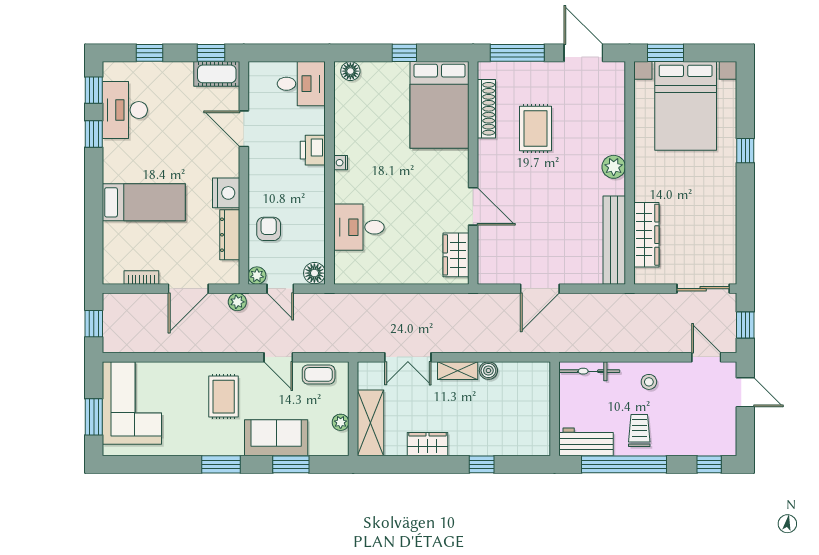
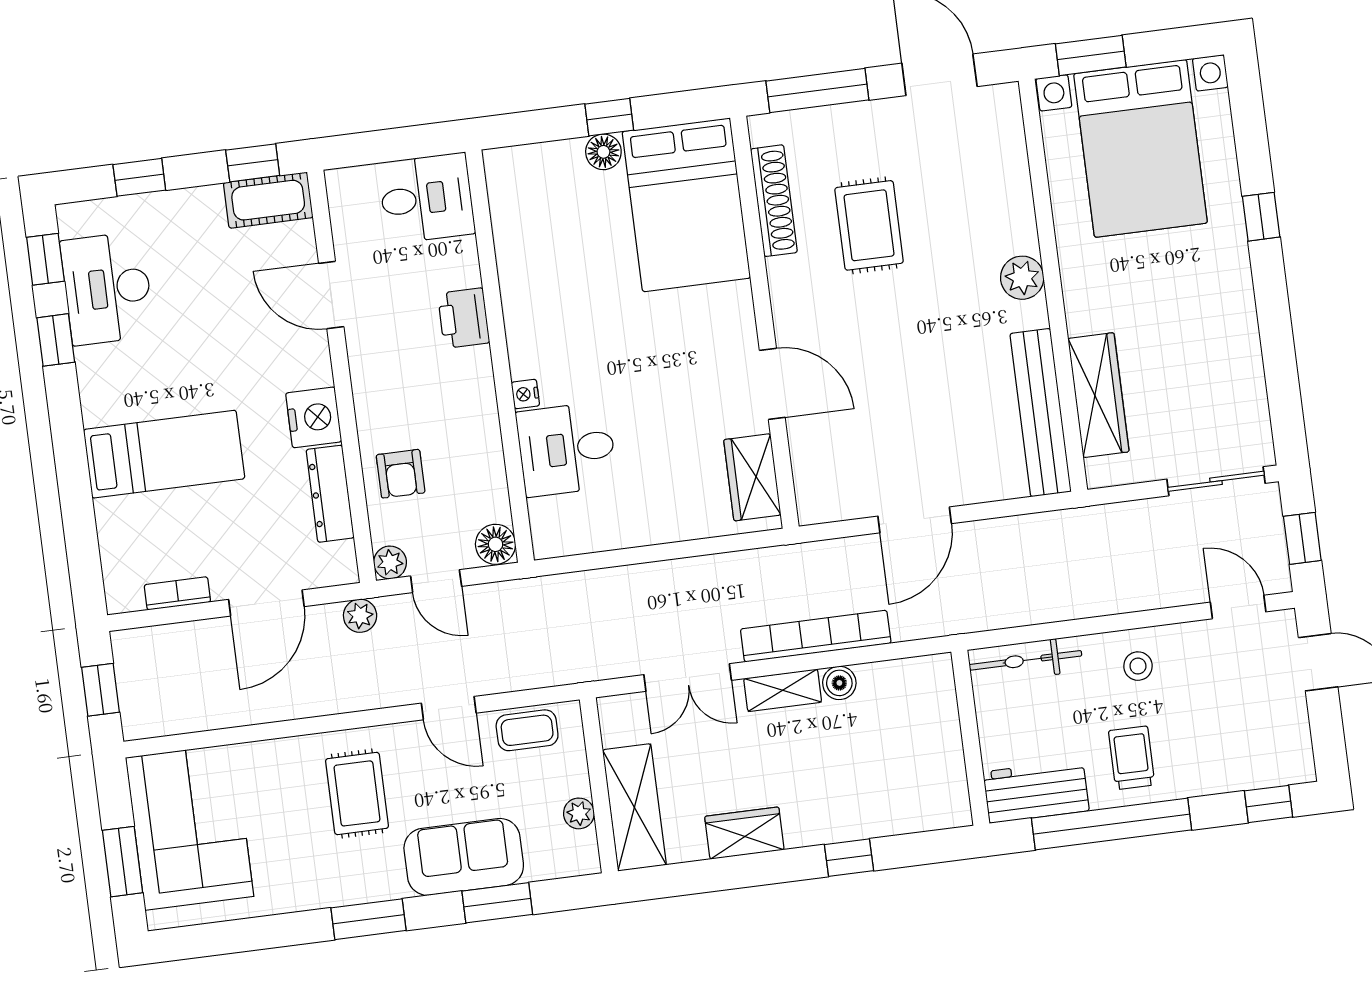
floor lamp: (350, 71) -> (603, 152), moved
nightstand: (341, 163) -> (525, 394), moved
armchair: (269, 229) -> (401, 474), turned 180
bookcase: (479, 344) -> (816, 636), added

